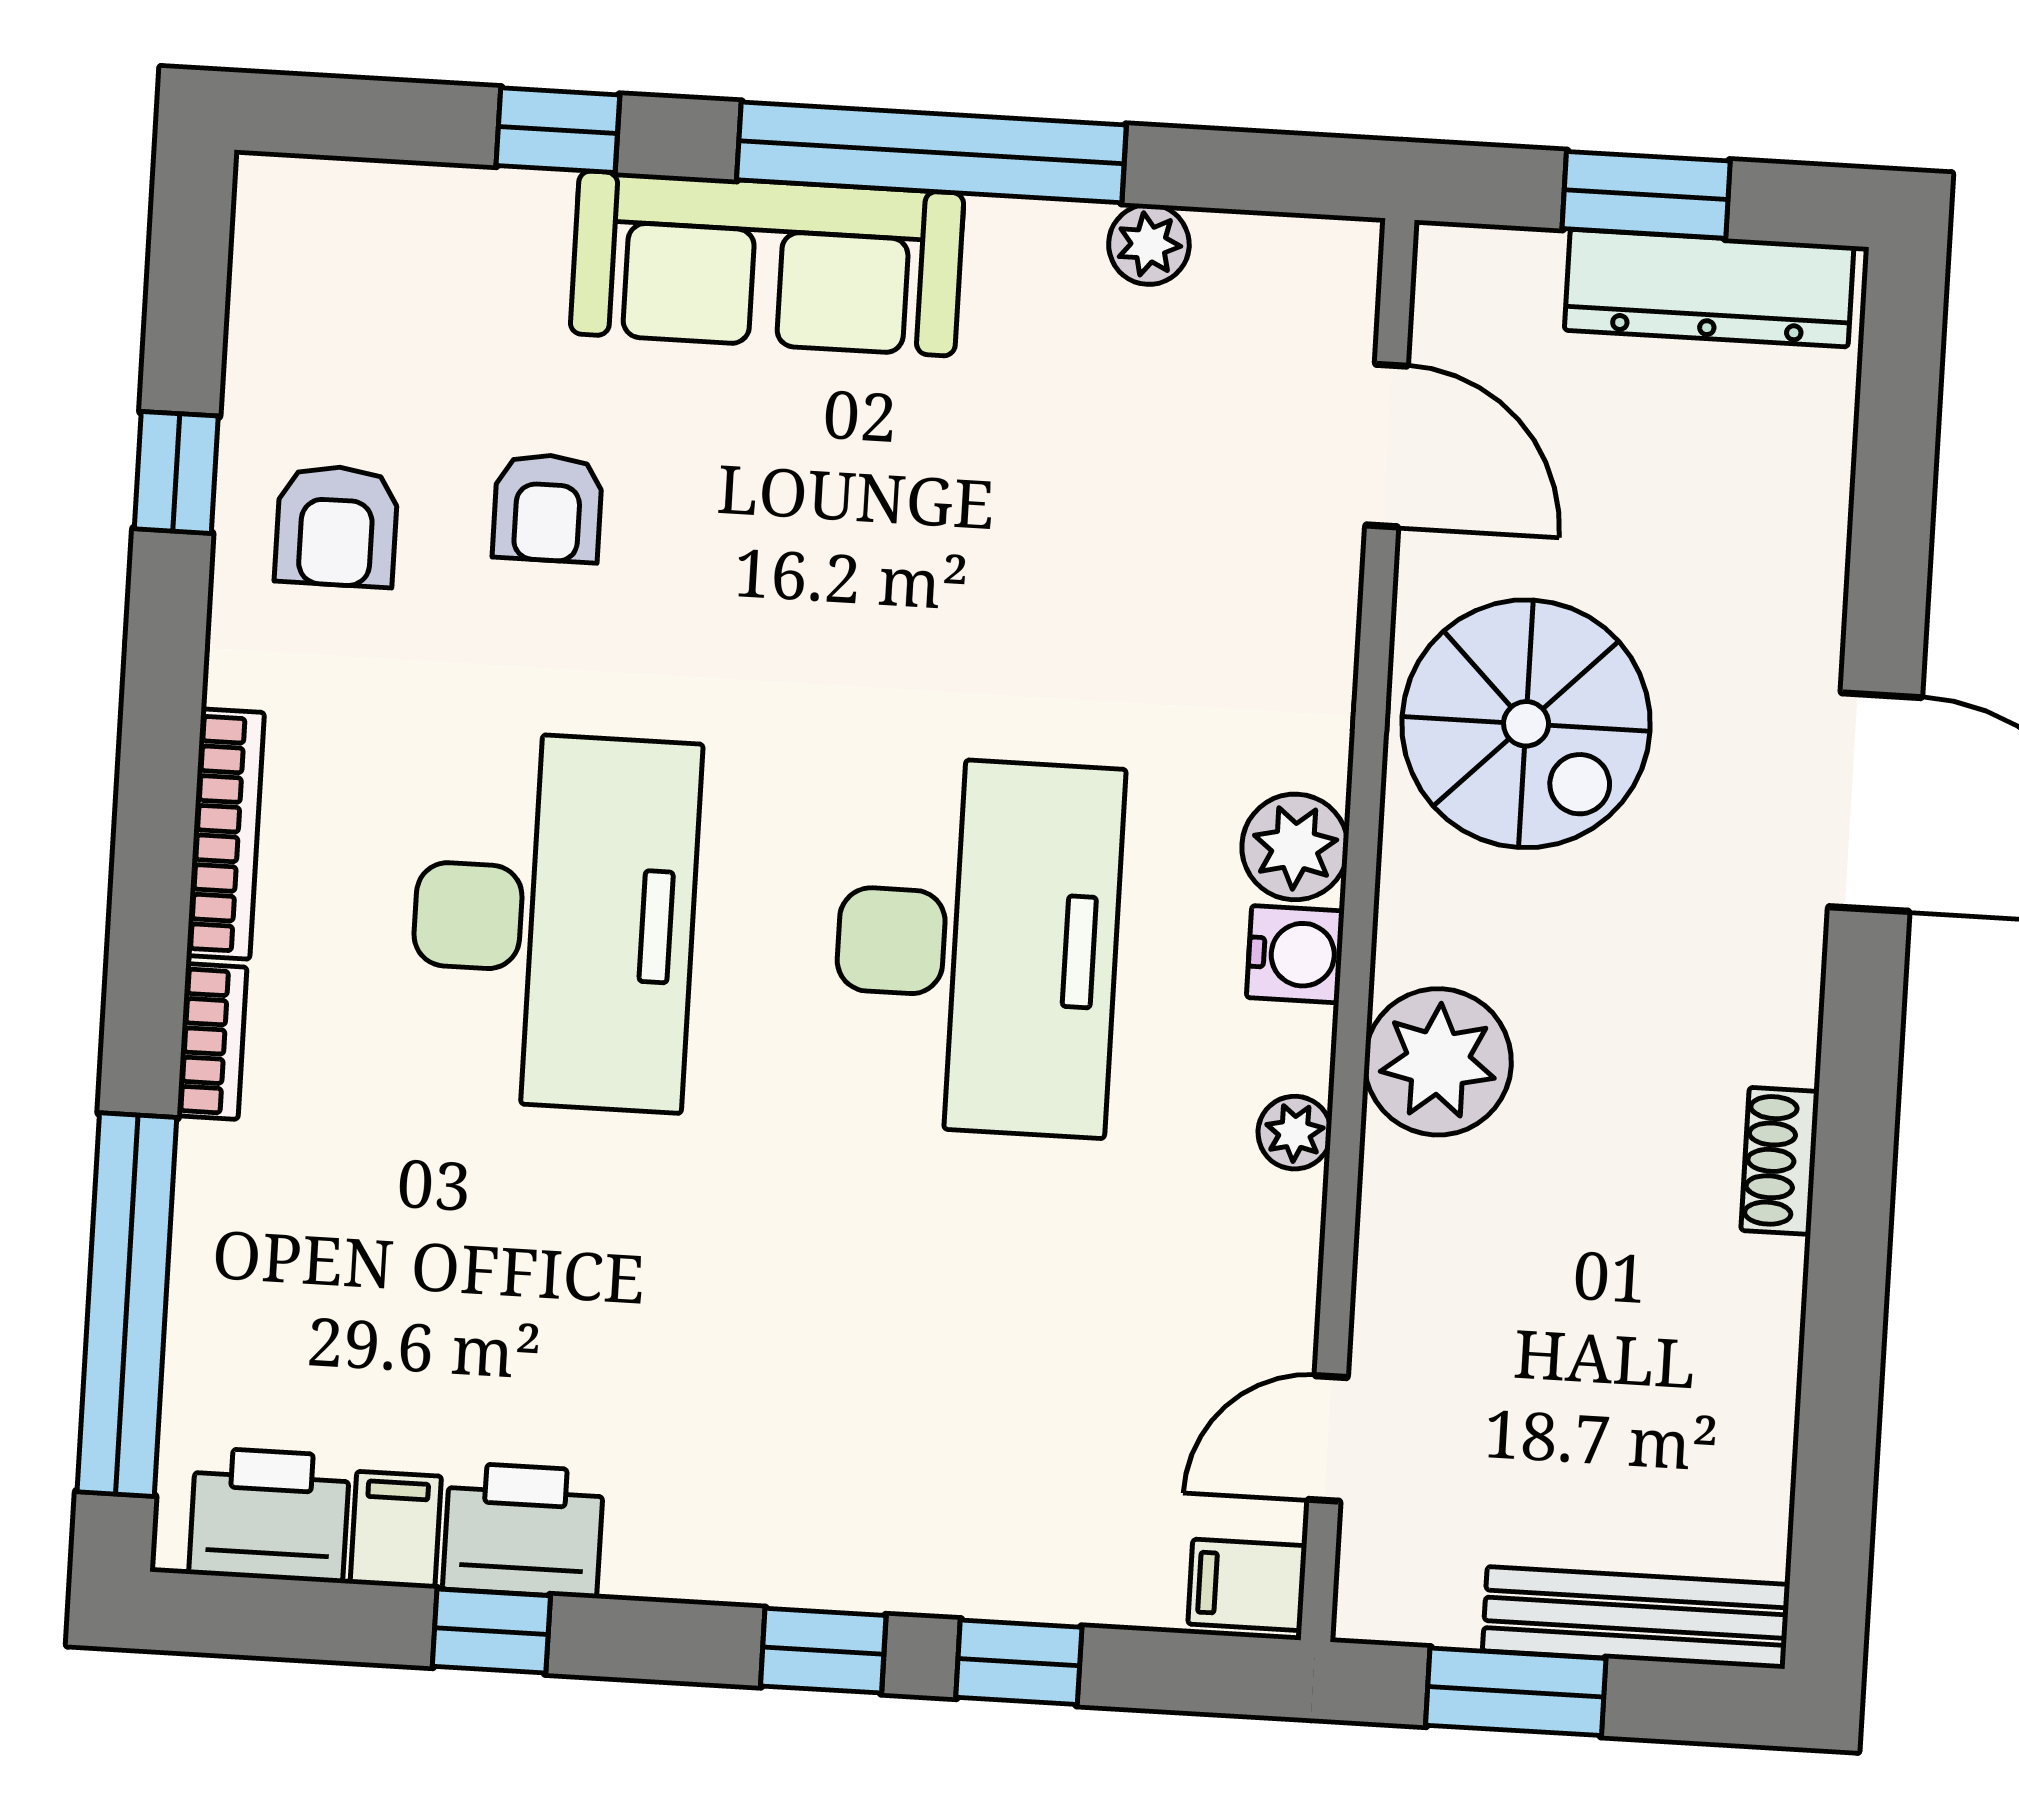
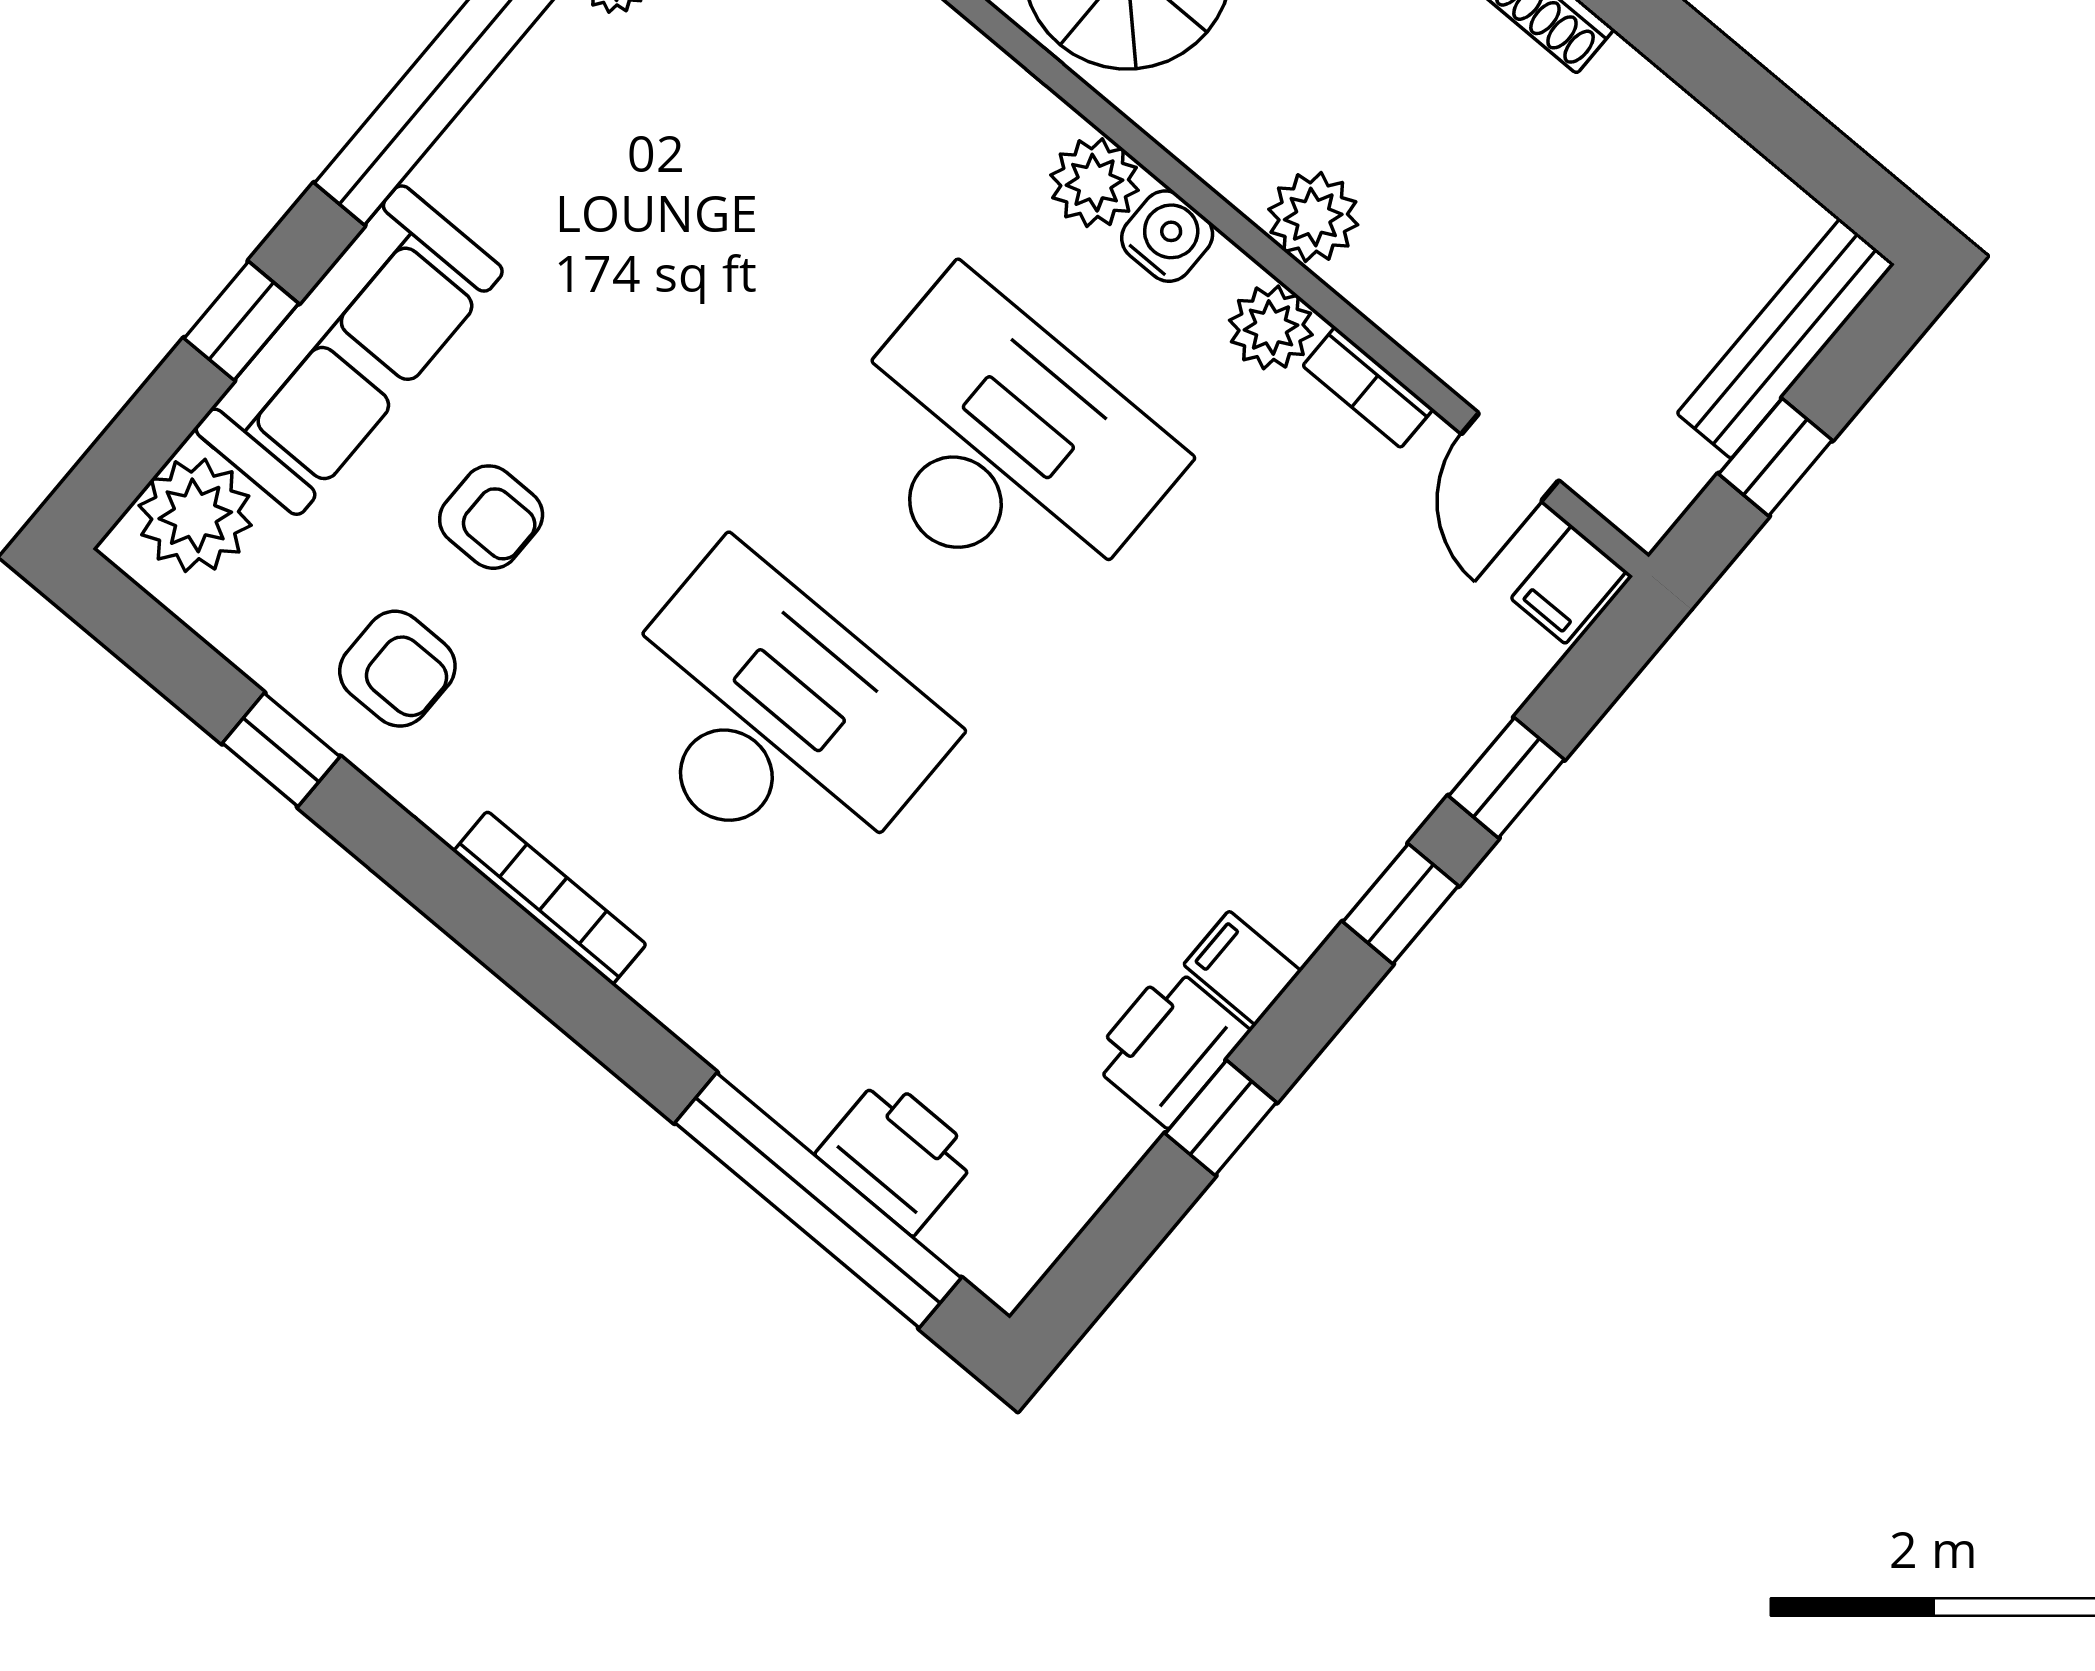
plant: (339, 224) -> (195, 515), added
sofa: (767, 263) -> (349, 350), moved
bookcase: (212, 1041) -> (1368, 387), moved, turned 180
plant: (1438, 1062) -> (1313, 217), width x0.73, depth x0.73
plant: (1295, 1133) -> (1271, 327), width x1.38, depth x1.38
printer: (269, 1515) -> (898, 1155), moved, turned 90
filing cabinet: (396, 1530) -> (1242, 968), moved
window: (1516, 1692) -> (1775, 457), width x0.67

